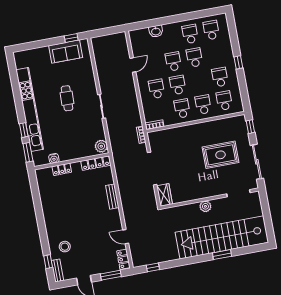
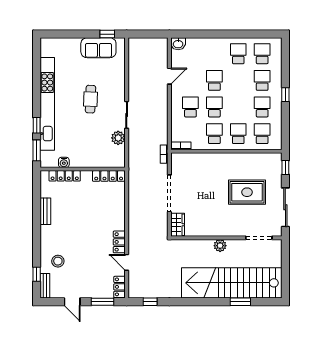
washbasin: (156, 31) -> (178, 44), moved
school desk: (194, 58) -> (262, 80), moved
plant: (101, 146) -> (118, 138), moved
locker: (62, 169) -> (65, 176), width x1.53
bench: (112, 197) -> (45, 211), moved
locker: (116, 220) -> (119, 242), added
window: (222, 255) -> (240, 302), moved

